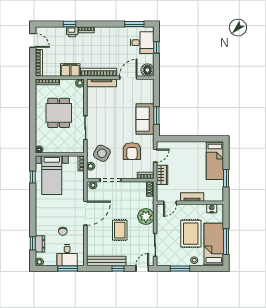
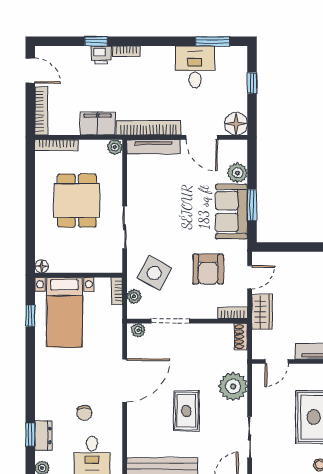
desk: (142, 43) -> (195, 67), moved, turned -90
door: (128, 78) -> (202, 137), swing flipped
plant: (148, 97) -> (238, 173), added

